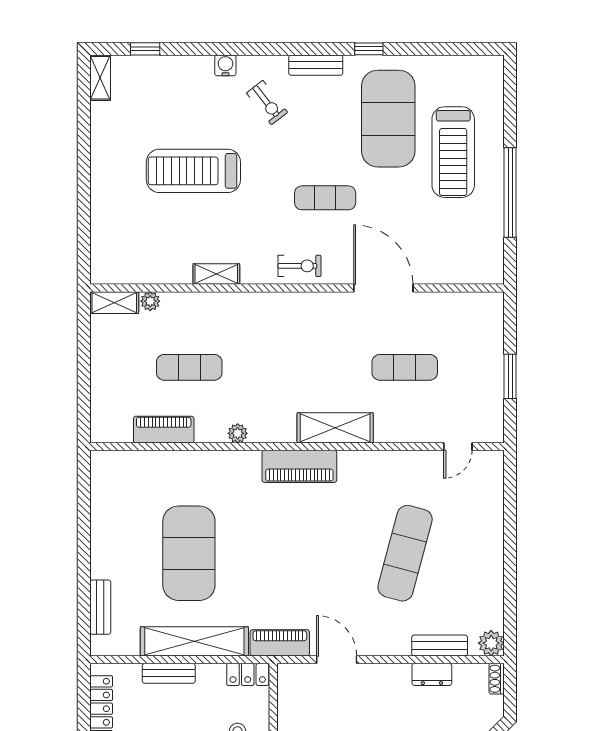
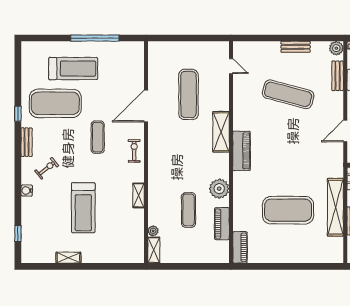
shelving: (100, 78) -> (68, 258), moved
exercise mat: (405, 367) -> (189, 94), width x1.36, depth x1.45
window: (510, 376) -> (193, 38), removed
plant: (238, 433) -> (219, 189), width x1.87, depth x1.87
bench: (100, 607) -> (296, 47), moved
piano: (280, 643) -> (240, 247), moved, turned 180

